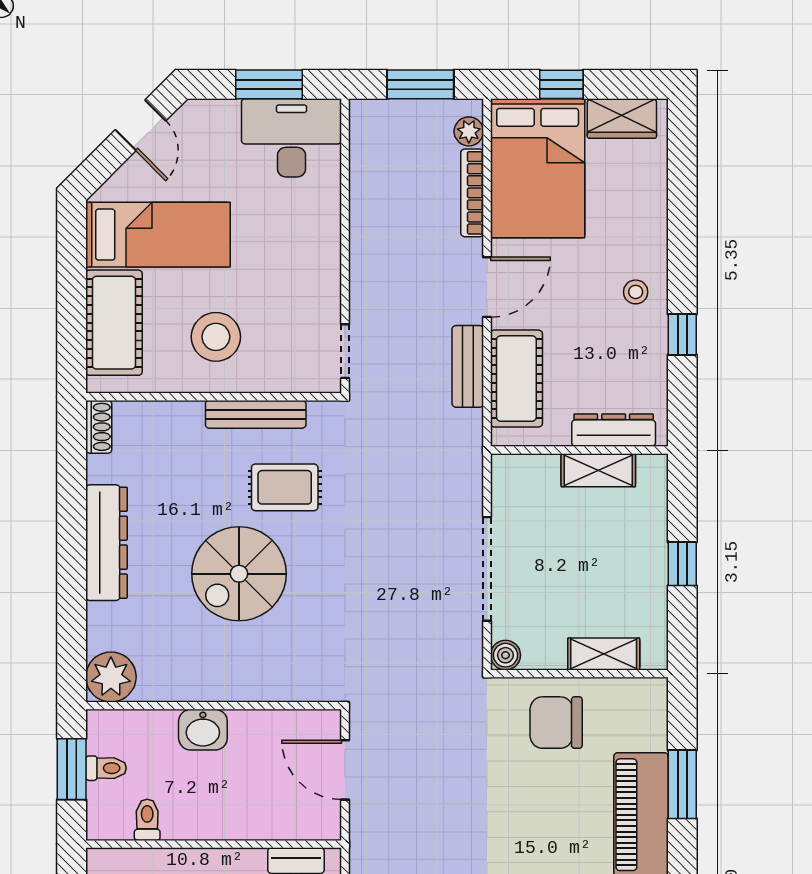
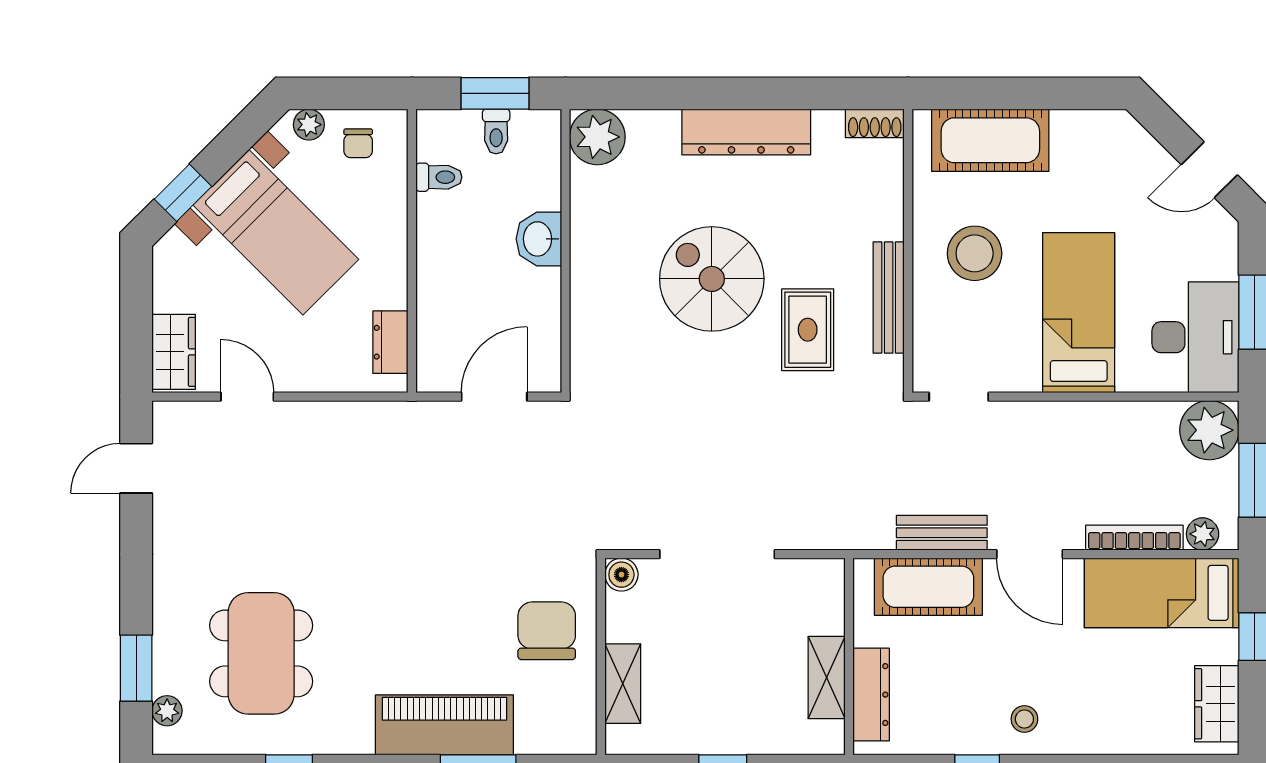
plant: (375, 125) -> (1209, 430), added
bed: (538, 168) -> (1162, 593), width x0.67
bed: (158, 235) -> (1079, 313), moved, turned 180

